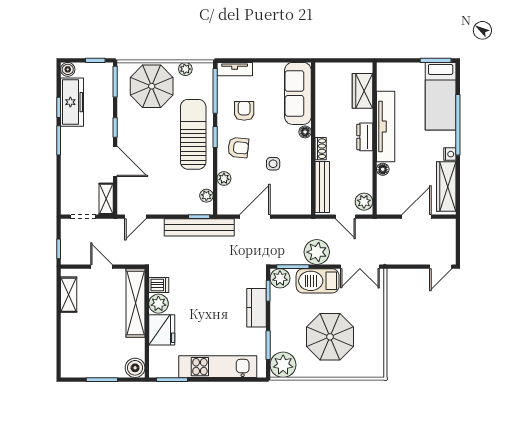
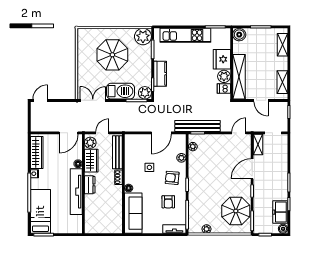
parasol: (152, 86) -> (236, 211), moved
wardrobe: (362, 91) -> (91, 161), moved
freezer: (72, 102) -> (280, 212), width x0.71
sun lounger: (193, 134) -> (201, 187), removed
door: (115, 161) -> (252, 169), hinge flipped
door: (345, 217) -> (102, 133), hinge flipped
door: (417, 217) -> (68, 133), moved
plant: (317, 252) -> (121, 110), removed
shelving: (69, 352) -> (282, 45), added

